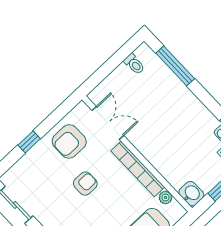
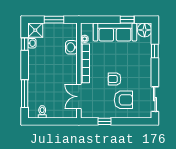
armchair: (69, 141) -> (123, 100), moved
window: (29, 142) -> (104, 121), moved
washbasin: (191, 194) -> (71, 47), moved

